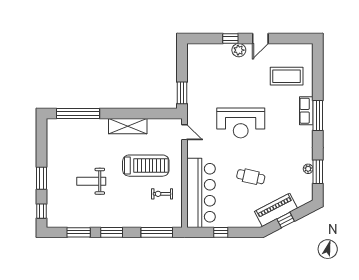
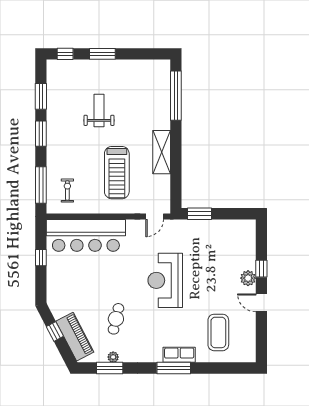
cafe table: (251, 177) -> (116, 319), moved
exercise bike: (162, 194) -> (67, 190), moved
piano: (276, 210) -> (75, 337), moved

